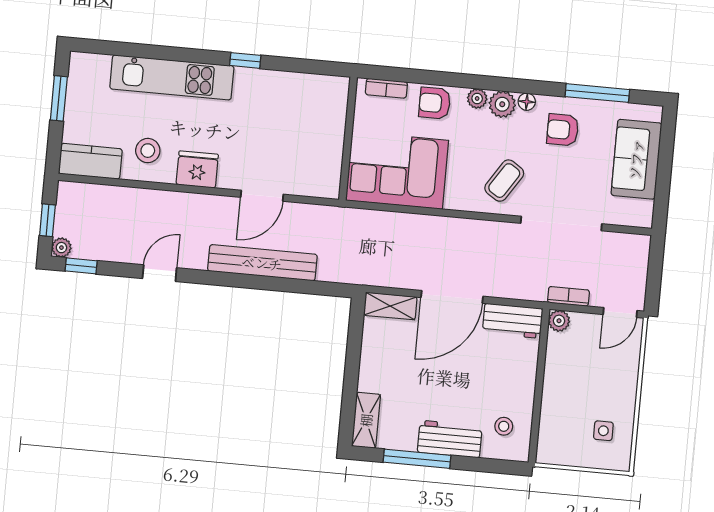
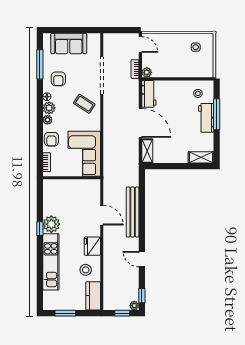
plant: (253, 86) -> (51, 224), added
window: (417, 459) -> (217, 114), moved

